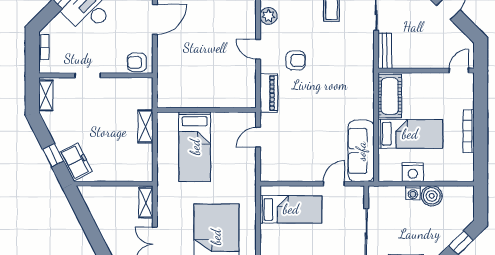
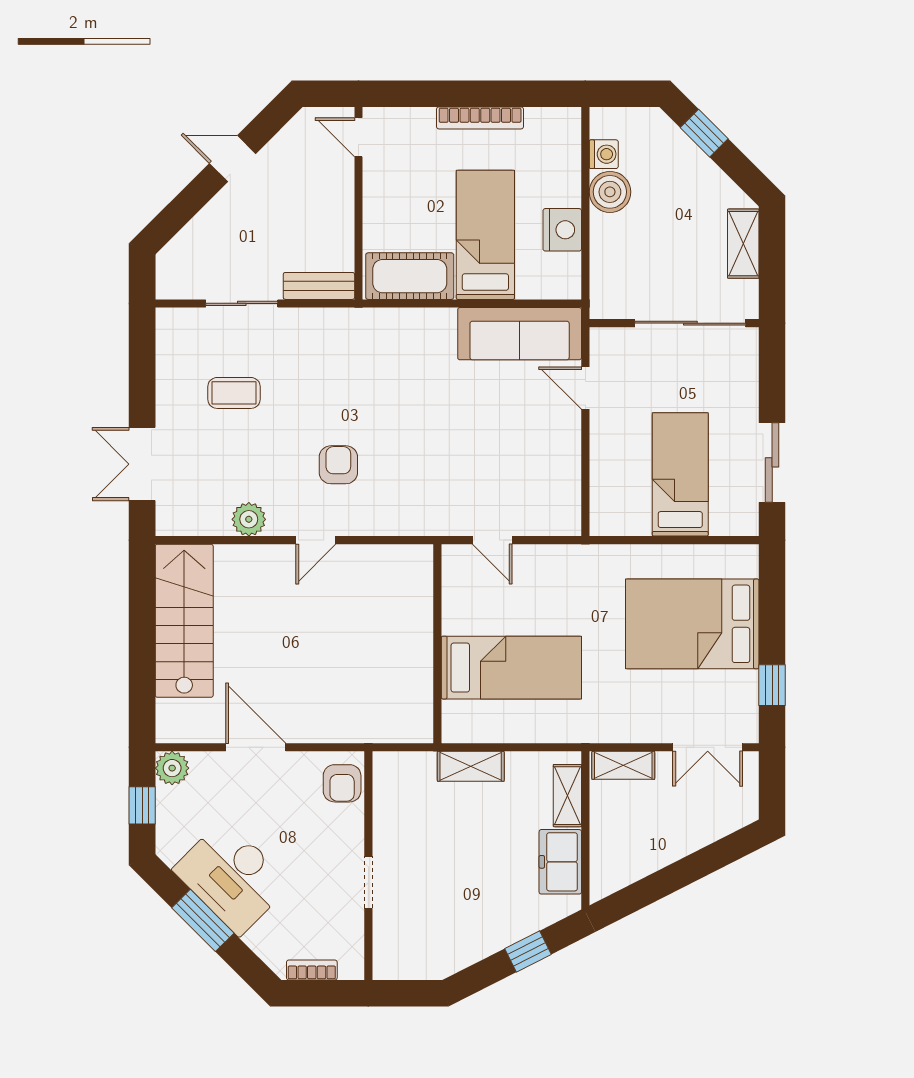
piano: (269, 93) -> (404, 519), removed
shelving: (46, 95) -> (567, 796), moved, turned 90
freezer: (76, 162) -> (560, 862), moved, turned -63
washing machine: (413, 193) -> (604, 154), moved
bed: (291, 209) -> (680, 474), moved

